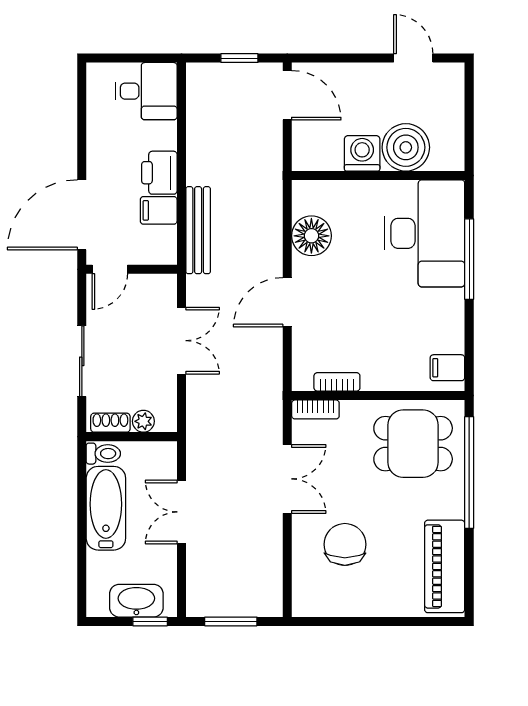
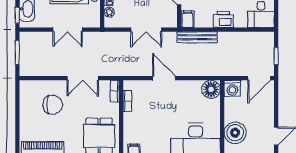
washing machine: (362, 153) -> (232, 88), moved, turned 90
filing cabinet: (159, 210) -> (187, 19), moved
floor lamp: (311, 236) -> (211, 89), moved
double door: (182, 512) -> (68, 30), swing flipped

